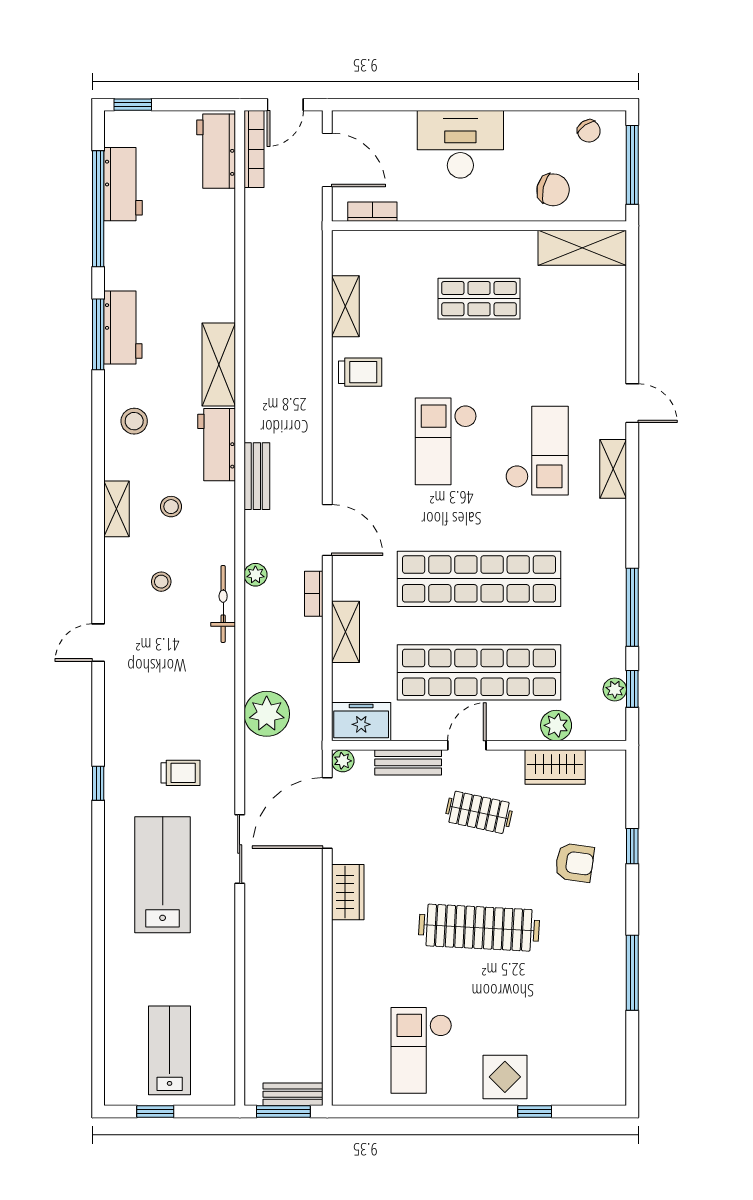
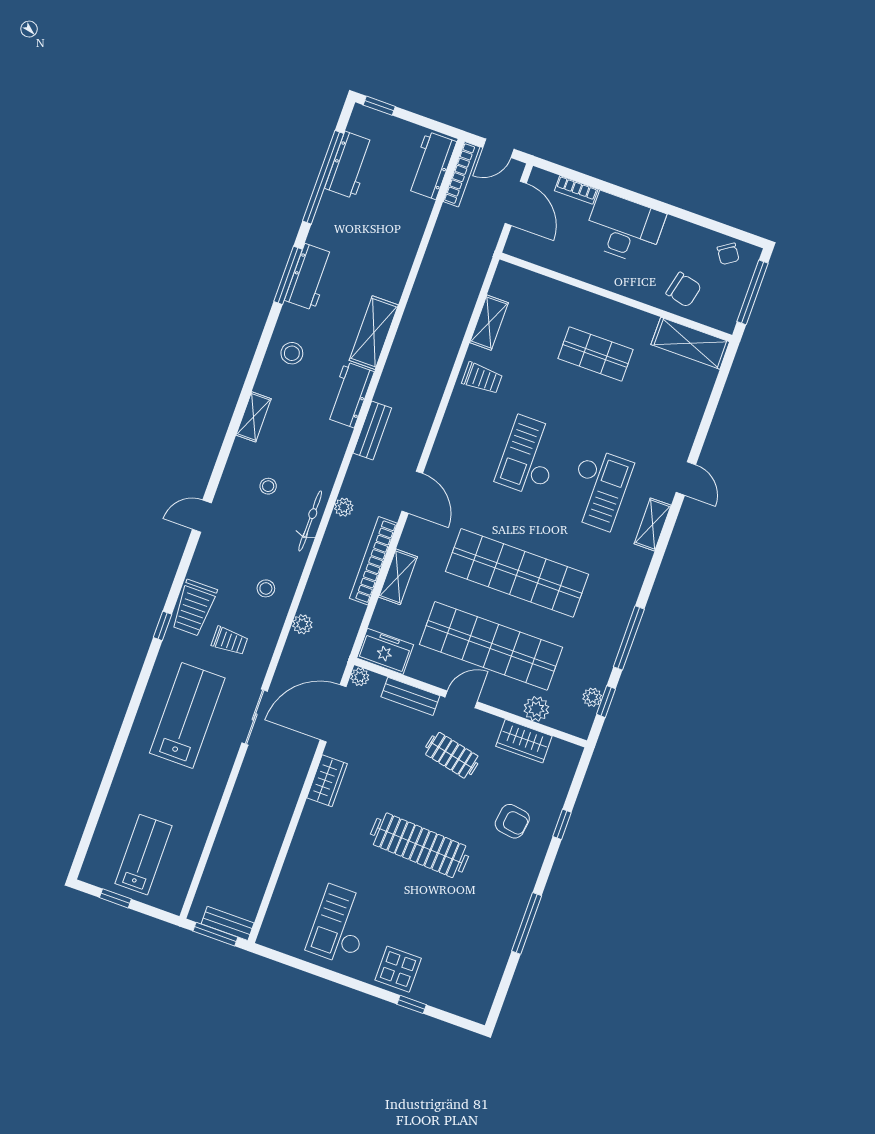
bookcase: (372, 212) -> (576, 190), moved, turned 180
stool: (171, 507) -> (266, 588), moved
bookcase: (314, 594) -> (373, 561), width x2.31, depth x1.31
plant: (267, 714) -> (302, 624), width x0.53, depth x0.53
trolley: (126, 750) -> (194, 608), added

